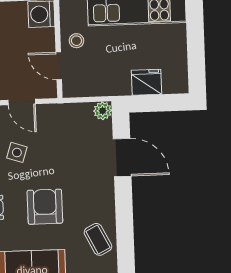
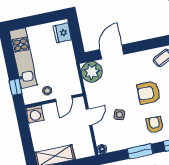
fridge: (146, 82) -> (62, 33), moved
plant: (103, 111) -> (92, 72), width x1.87, depth x1.87

